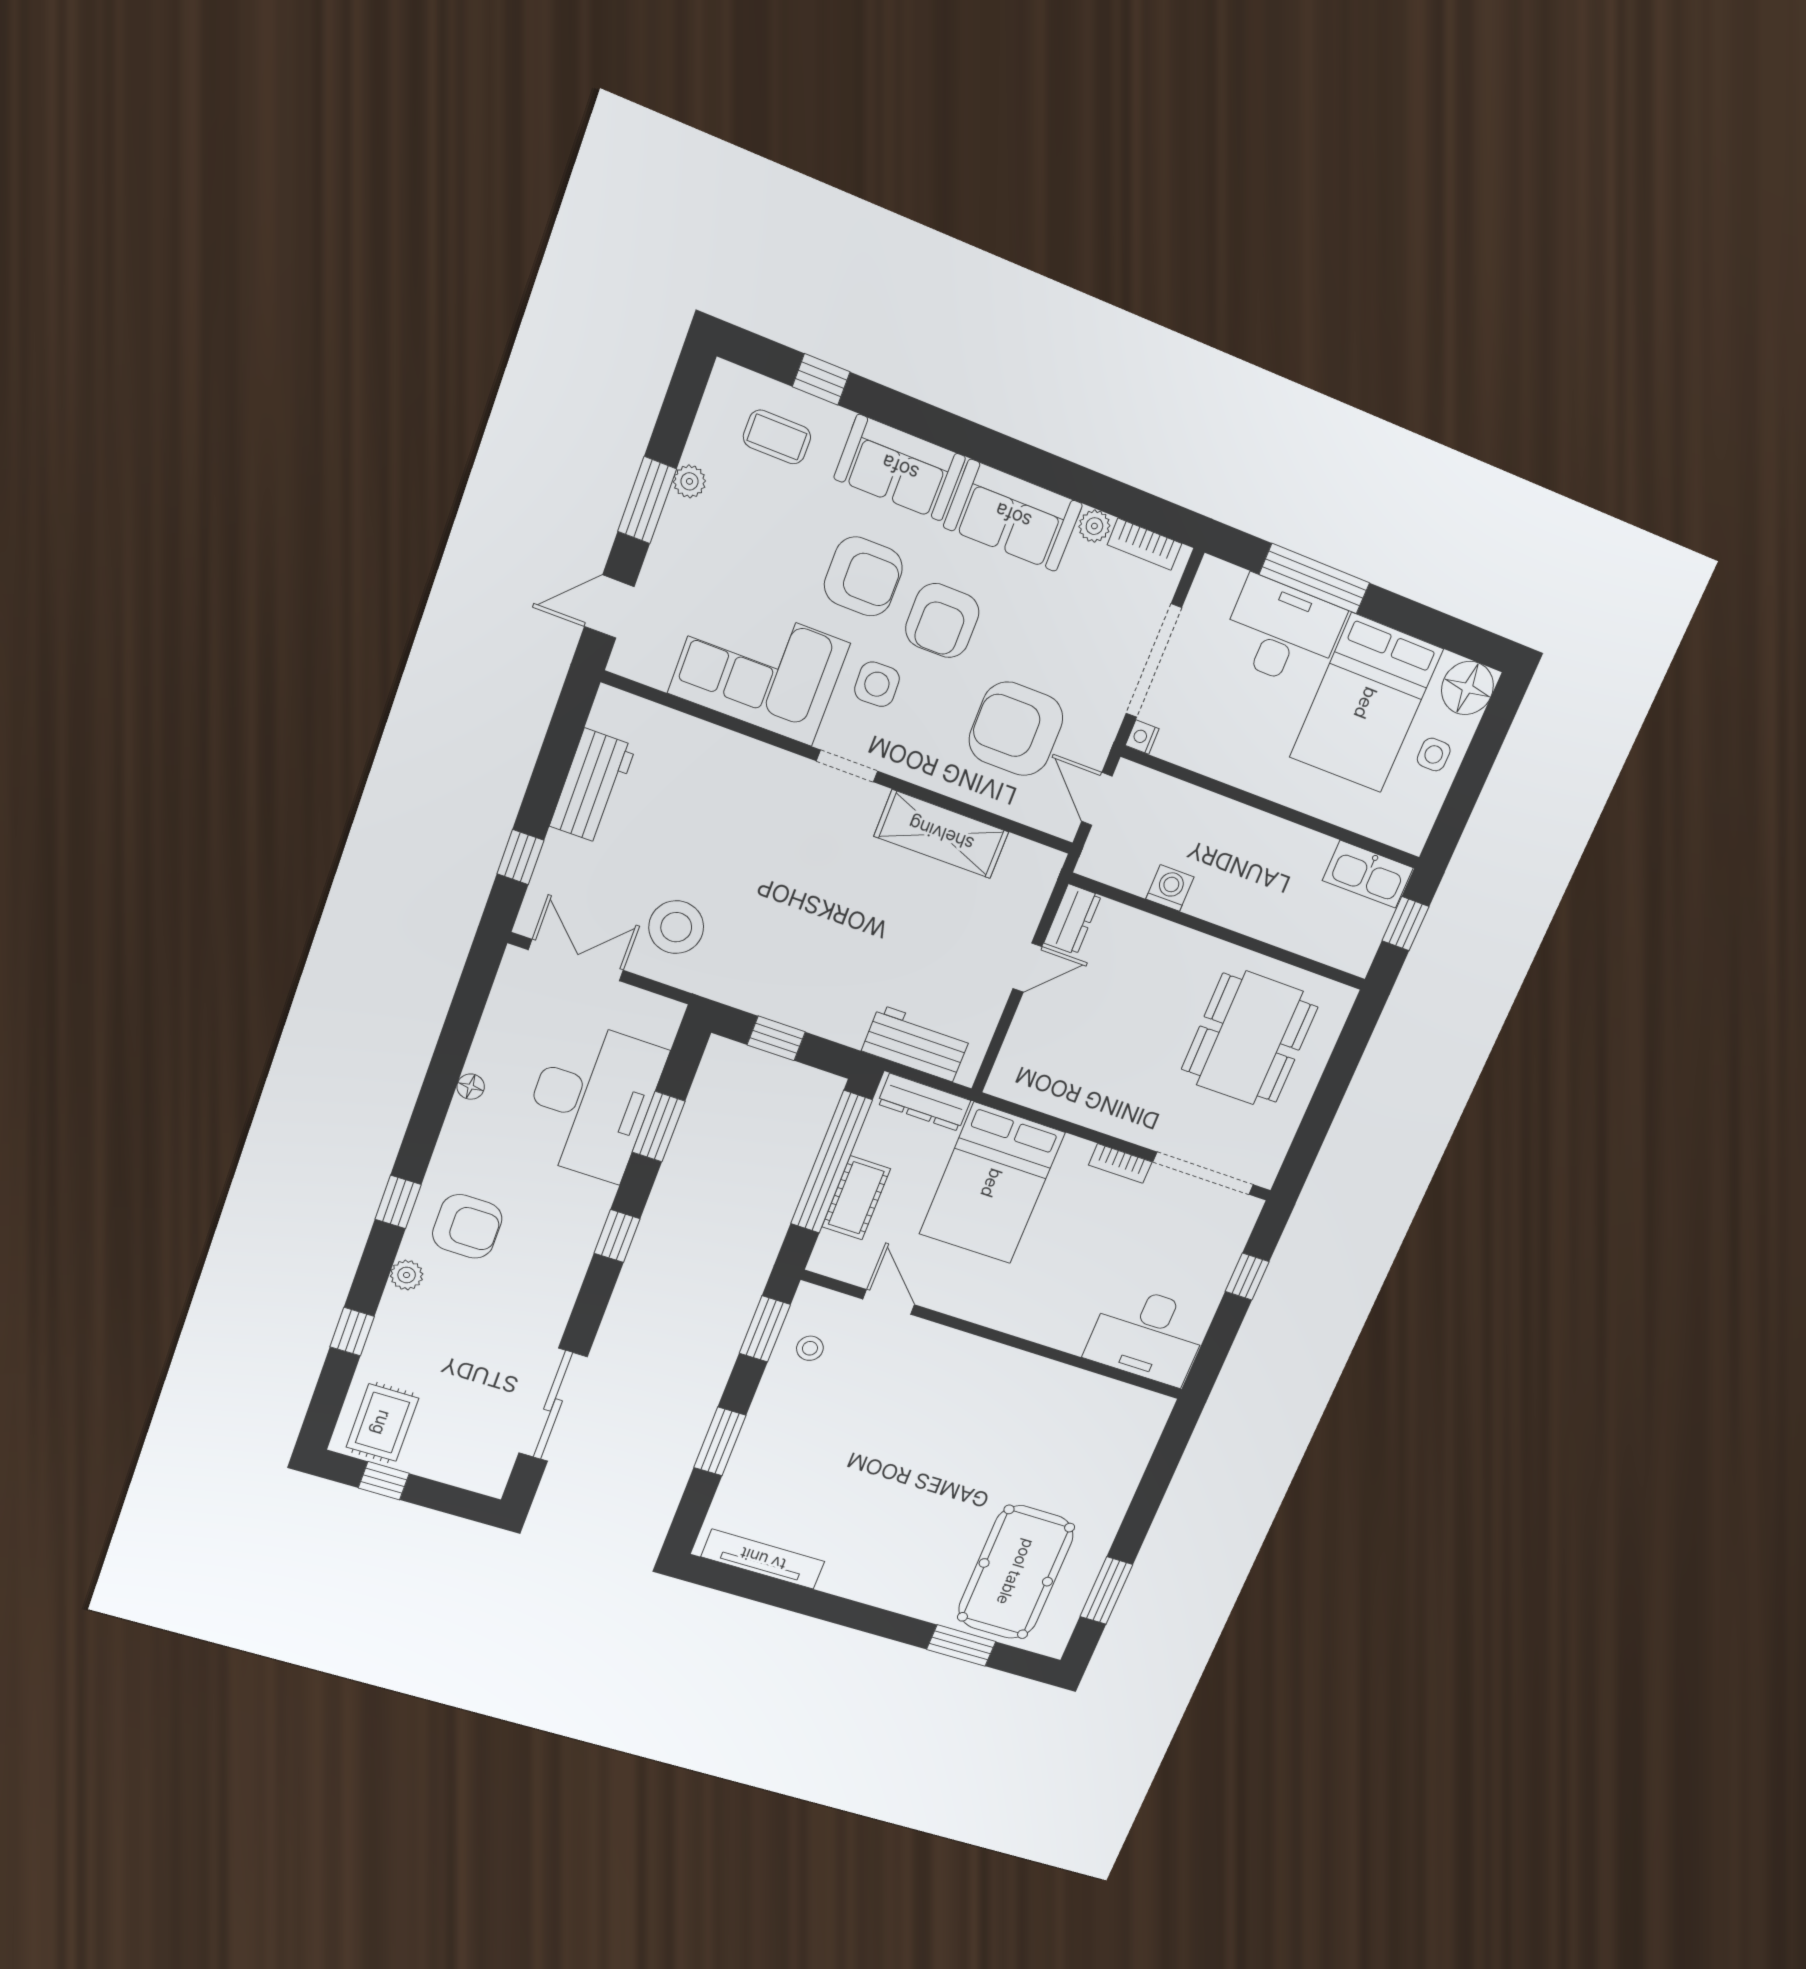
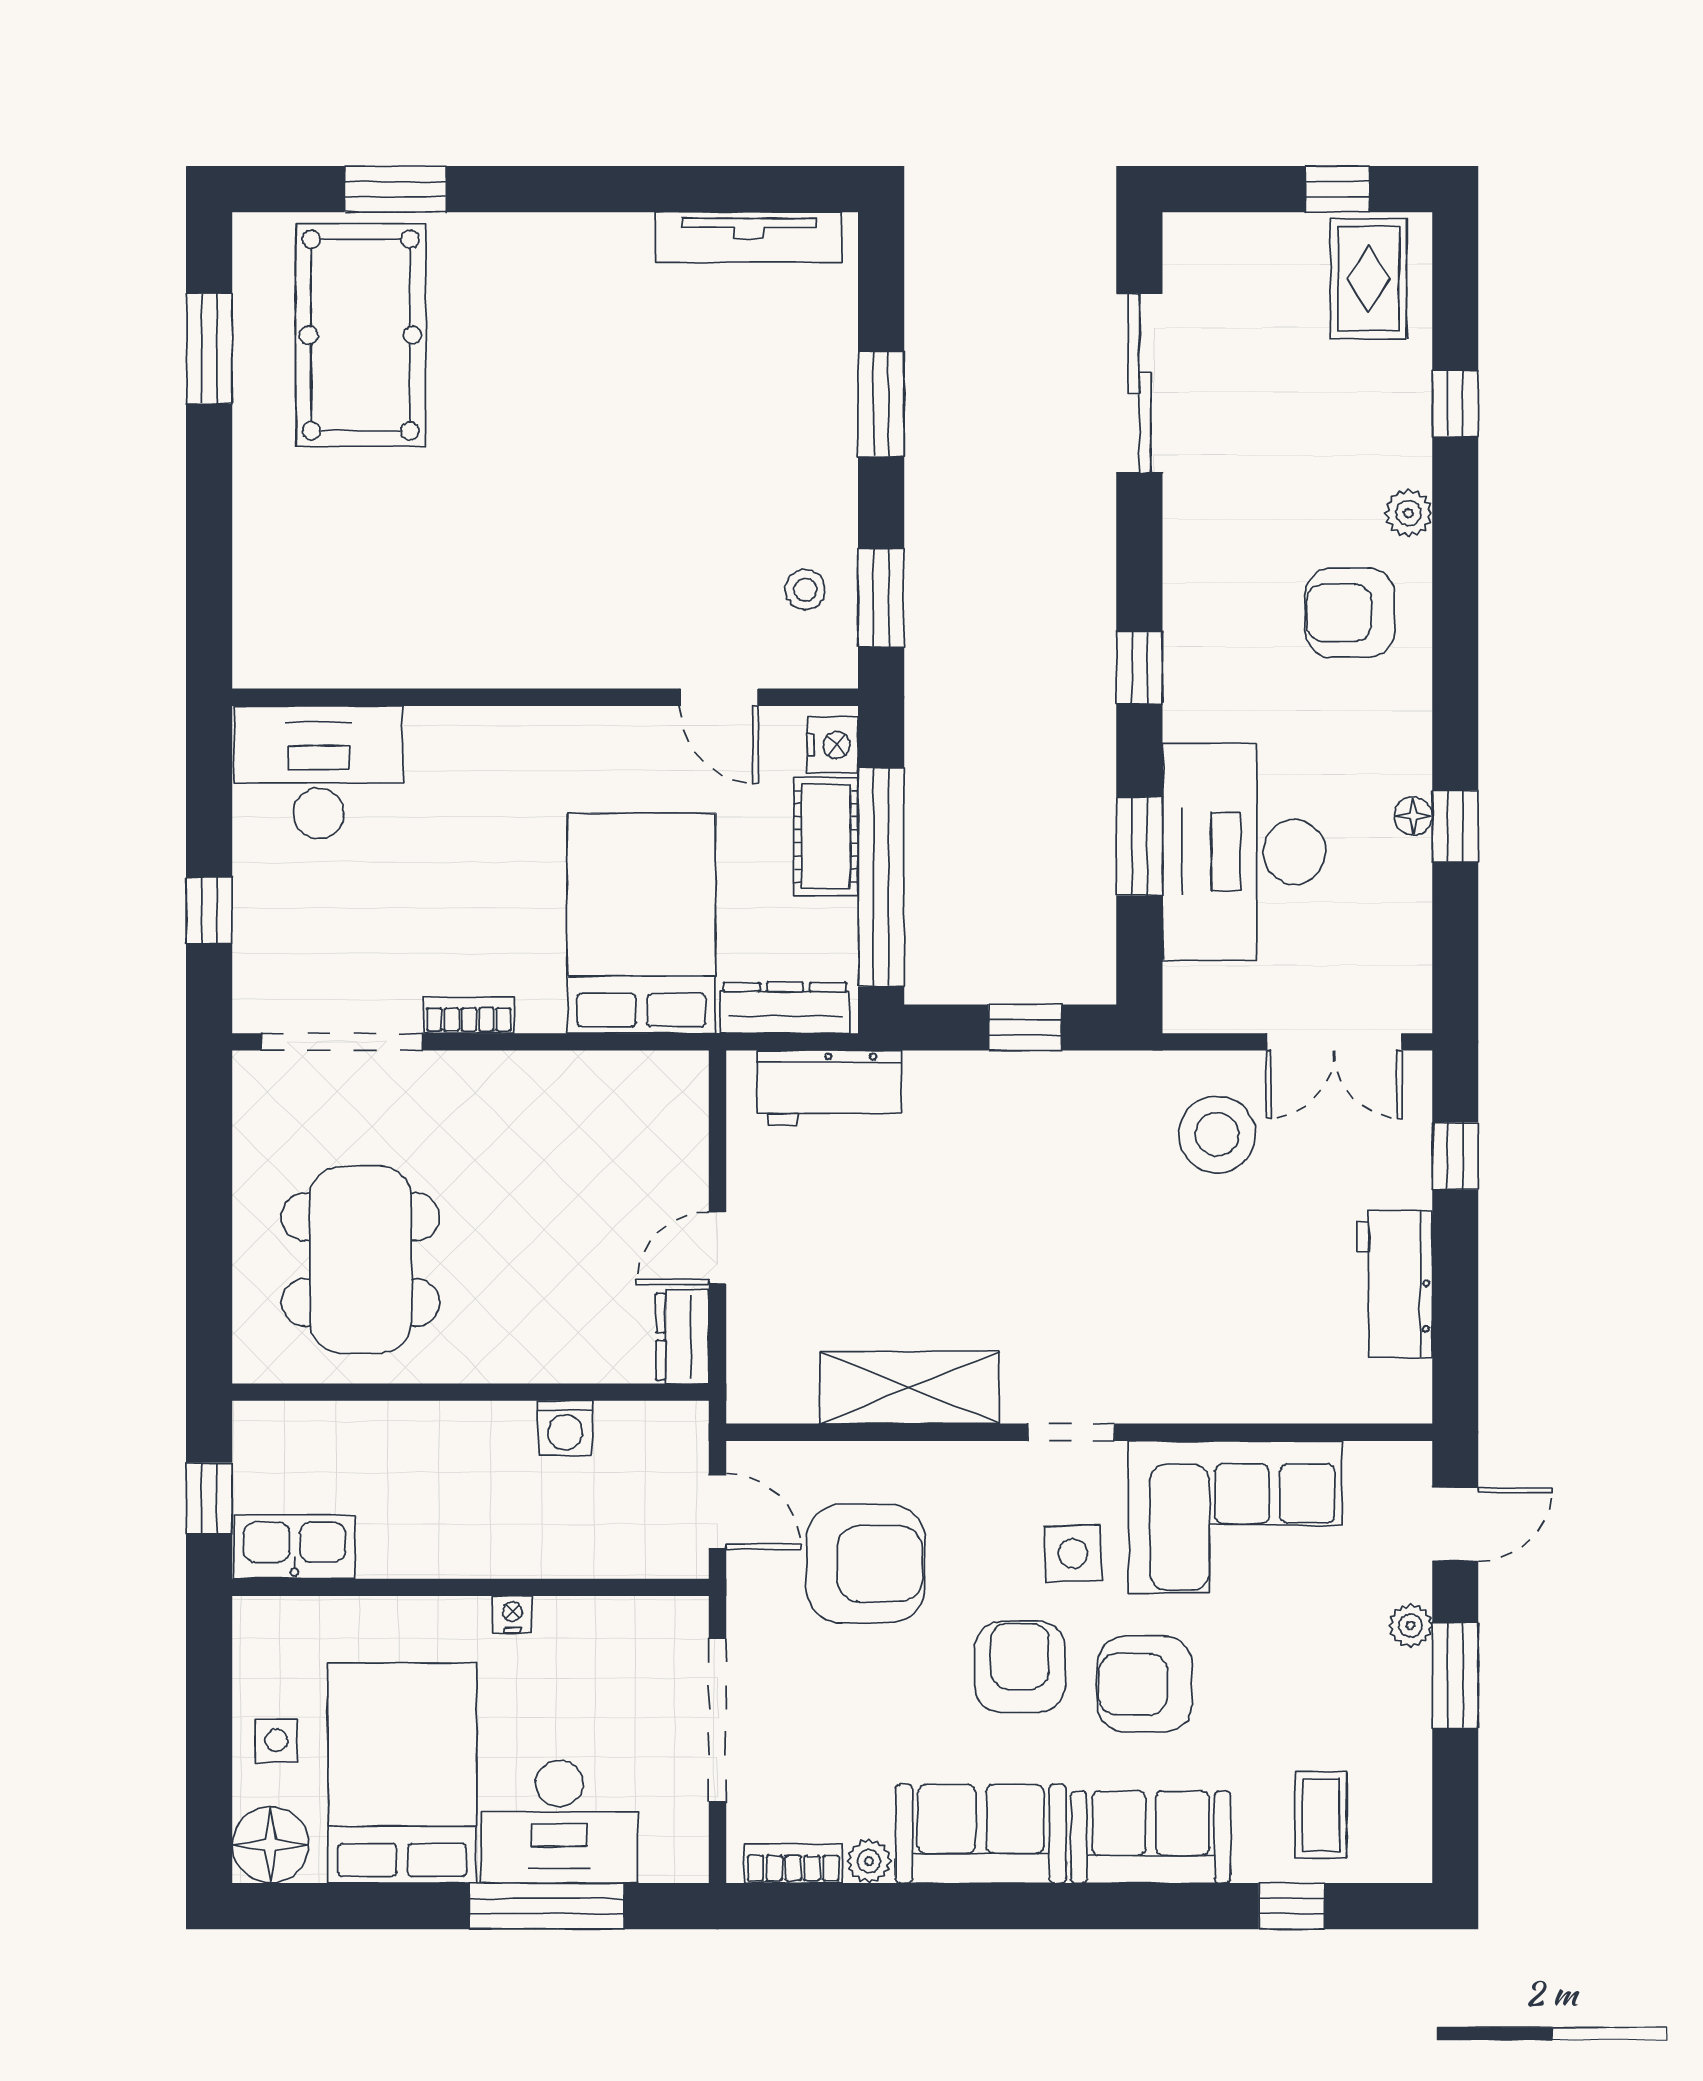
coffee table: (777, 437) -> (1321, 1815), turned 90
plant: (689, 481) -> (1410, 1626), moved
nightstand: (1142, 737) -> (512, 1614), moved, turned -90
window: (398, 1202) -> (1455, 826), moved
nightstand: (830, 1251) -> (832, 745), added

